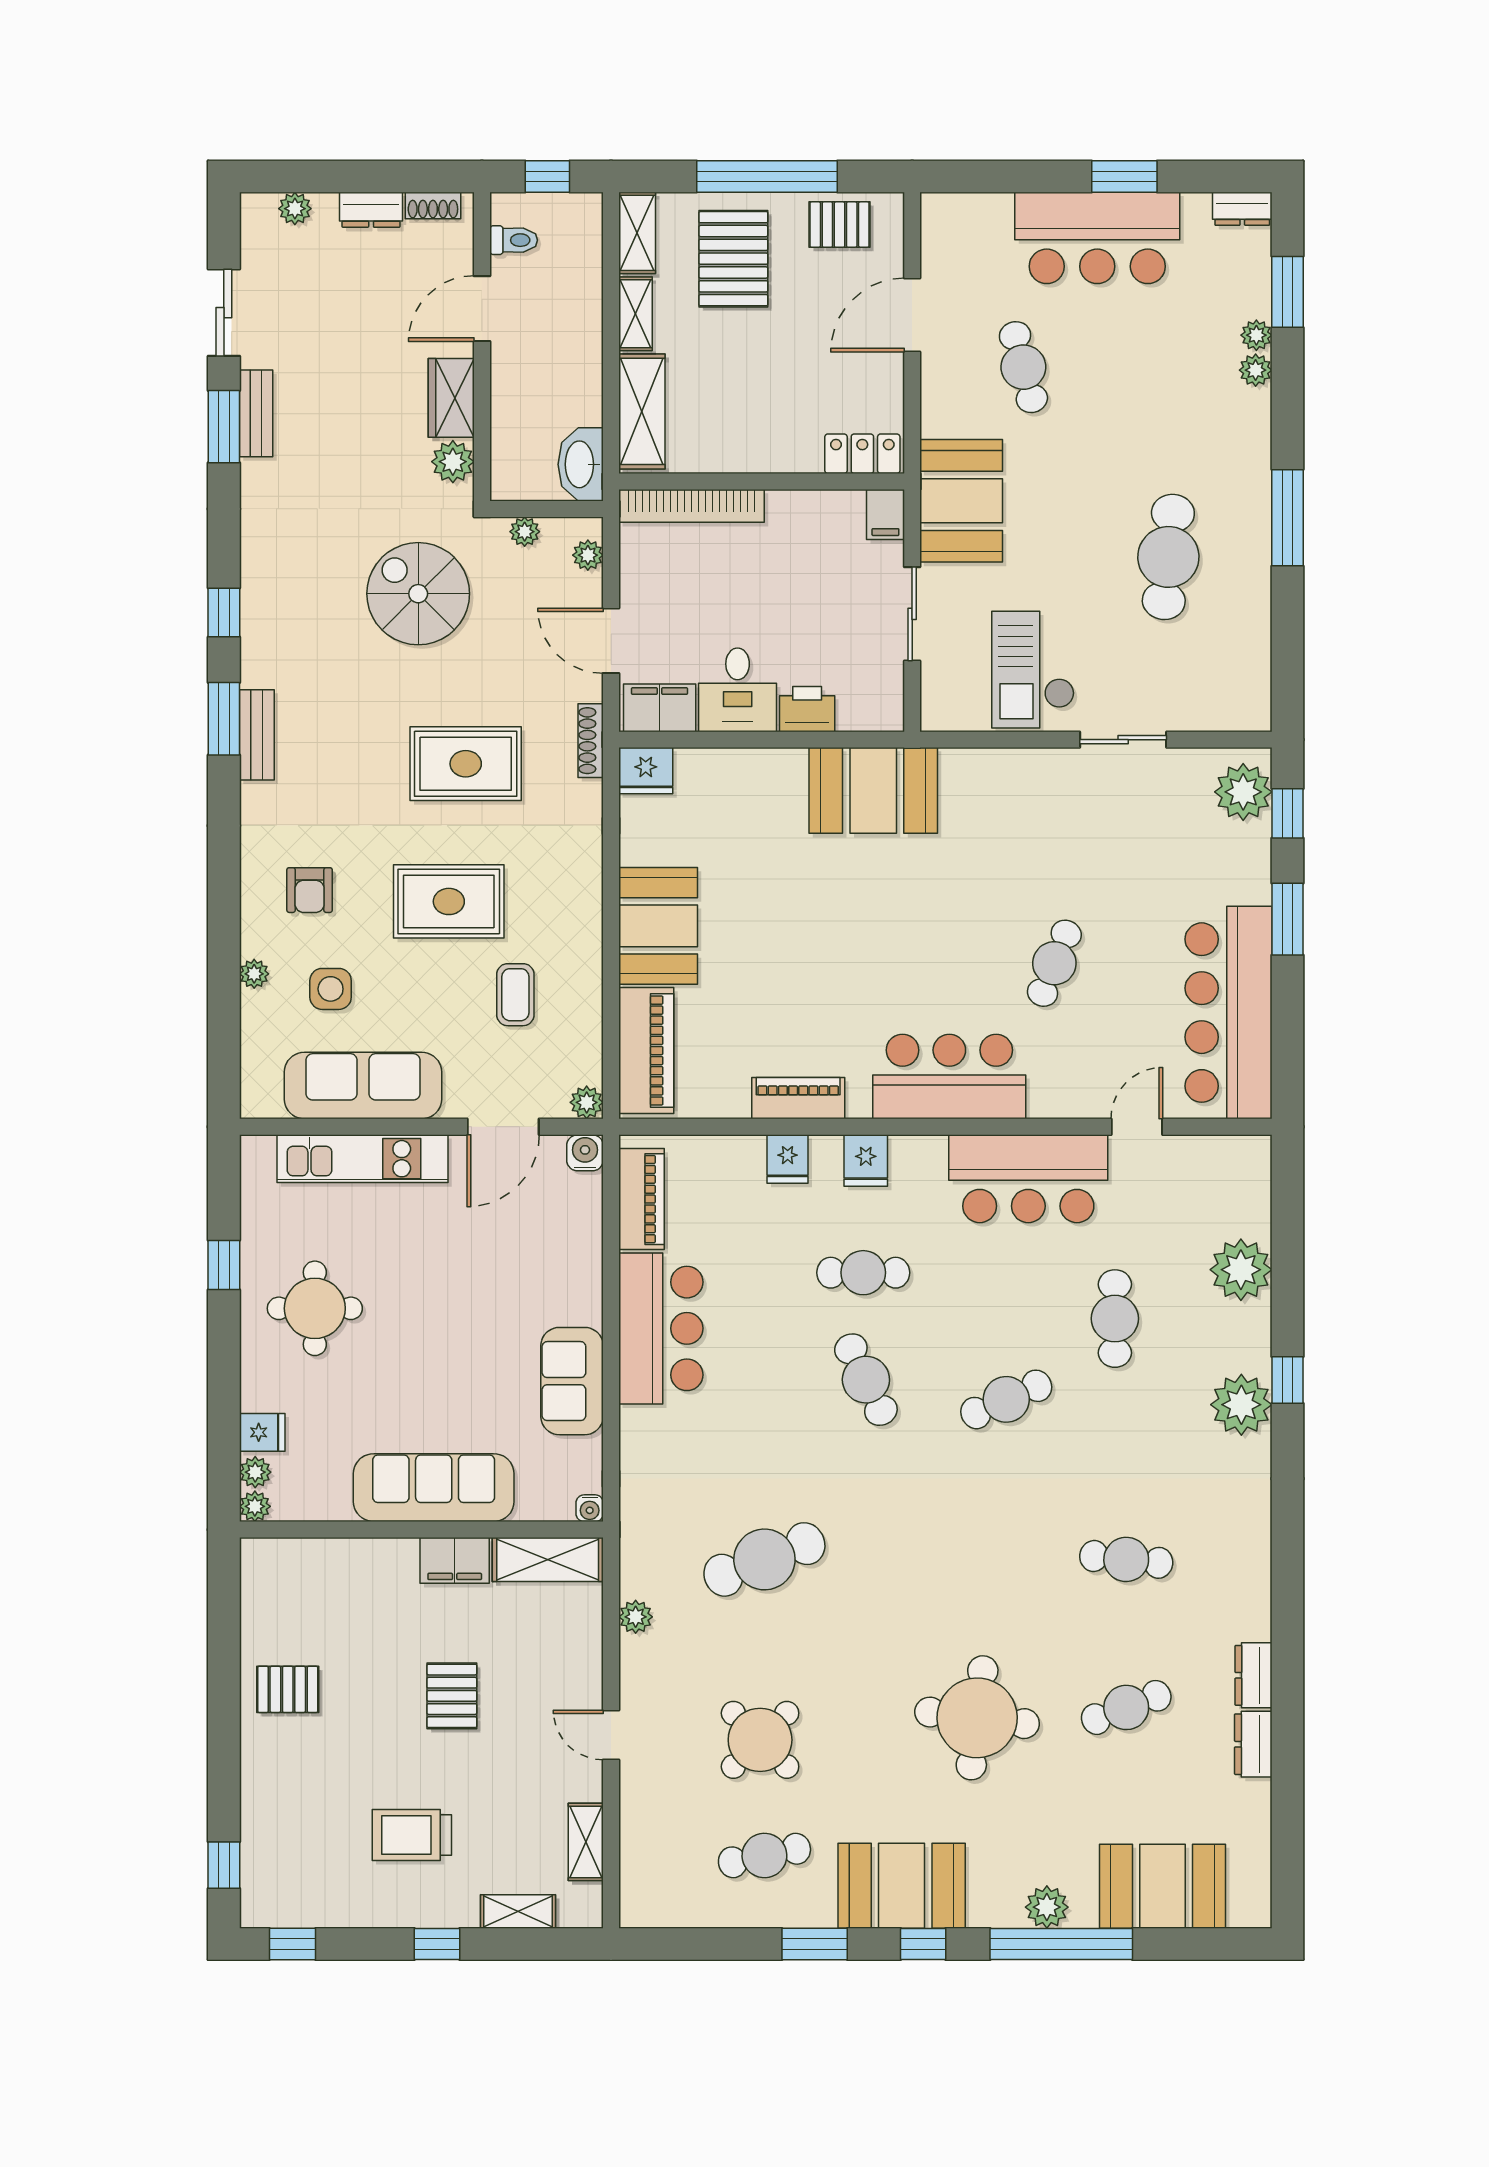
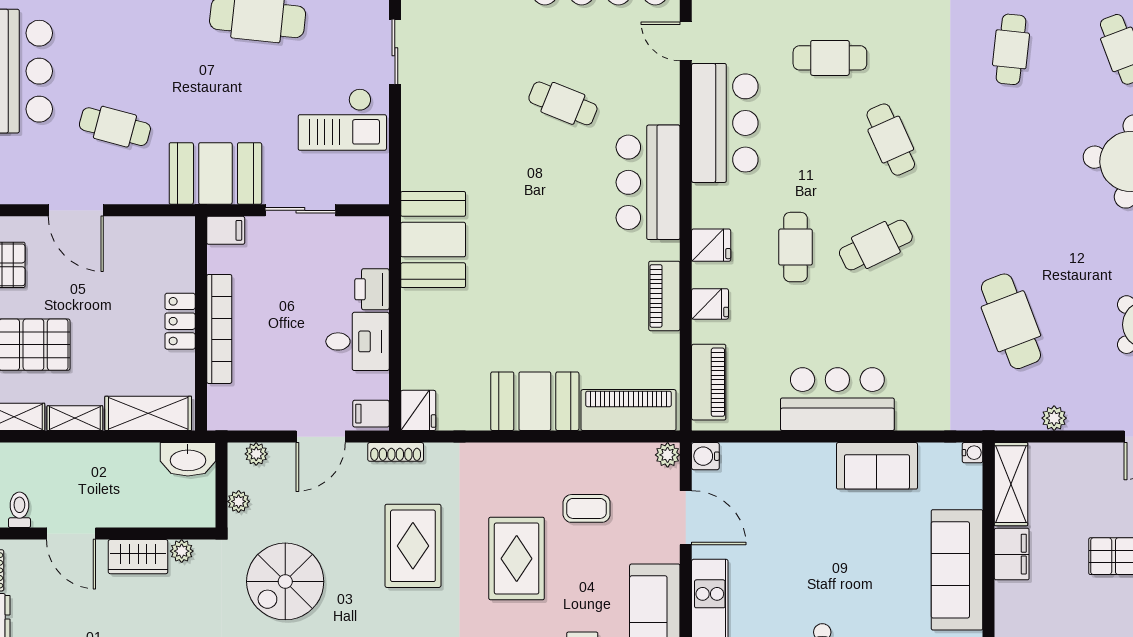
cafe table: (1023, 367) -> (115, 127), turned 30
locker: (862, 454) -> (180, 321), moved
plant: (453, 462) -> (182, 551), width x0.73, depth x0.73
bookcase: (691, 506) -> (219, 329), moved
filing cabinet: (660, 708) -> (371, 414), width x0.50
piano: (641, 1199) -> (709, 382), moved, turned 90

